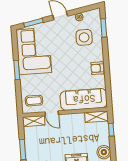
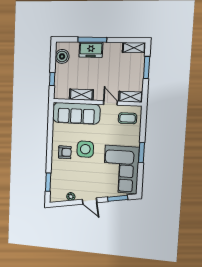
side table: (84, 37) -> (85, 149), moved
armchair: (97, 68) -> (65, 152), moved
shelving: (97, 117) -> (81, 95), moved

